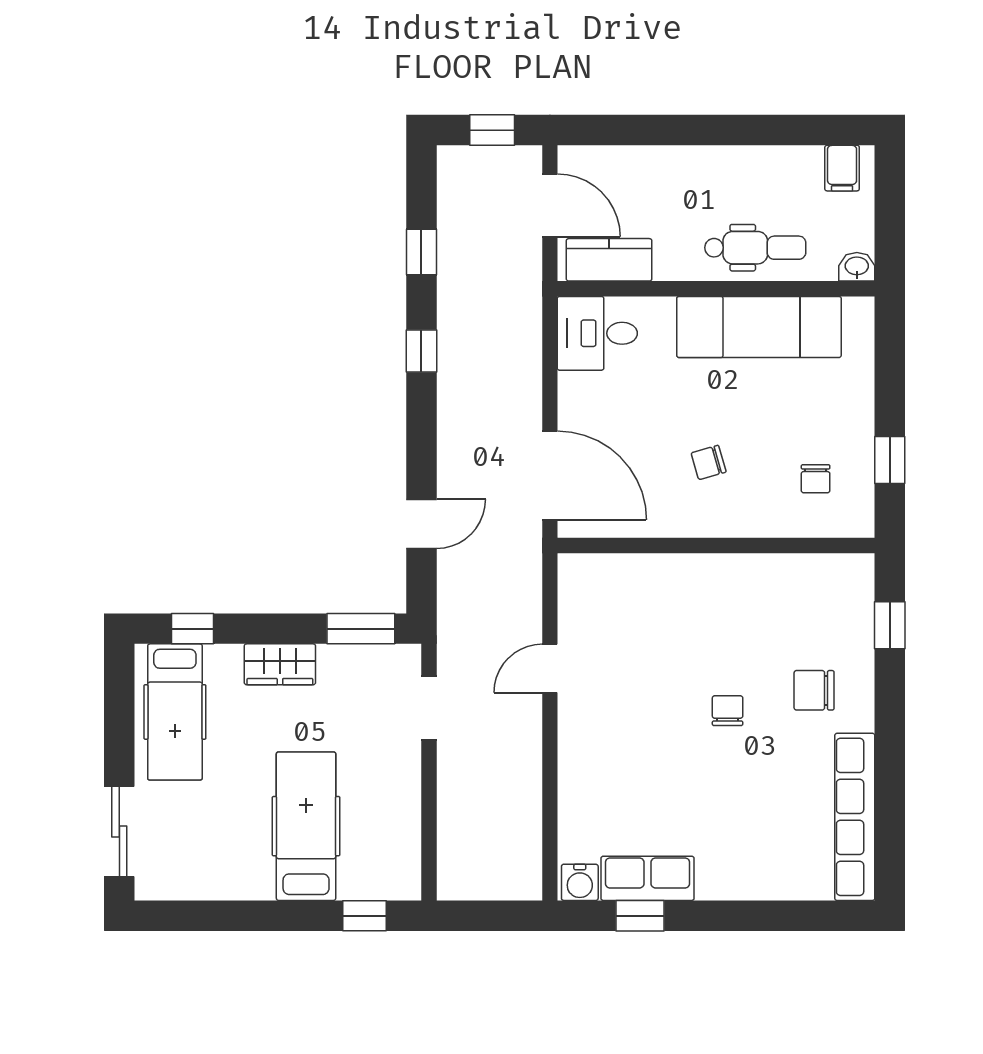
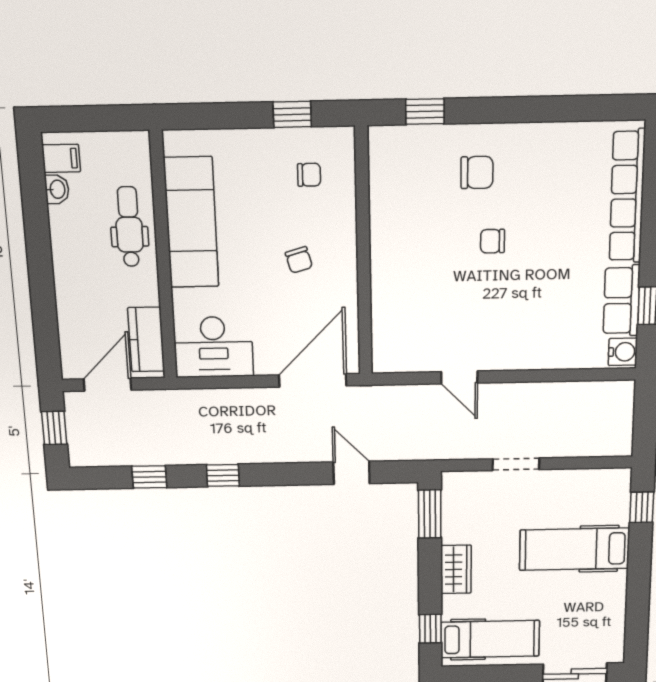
washbasin: (857, 267) -> (57, 189), moved, turned 180
desk: (597, 333) -> (213, 347), width x1.37
chair: (814, 690) -> (477, 172), turned -90
doorway: (429, 708) -> (516, 464), moved
row of seats: (855, 817) -> (627, 196), moved, turned 90

